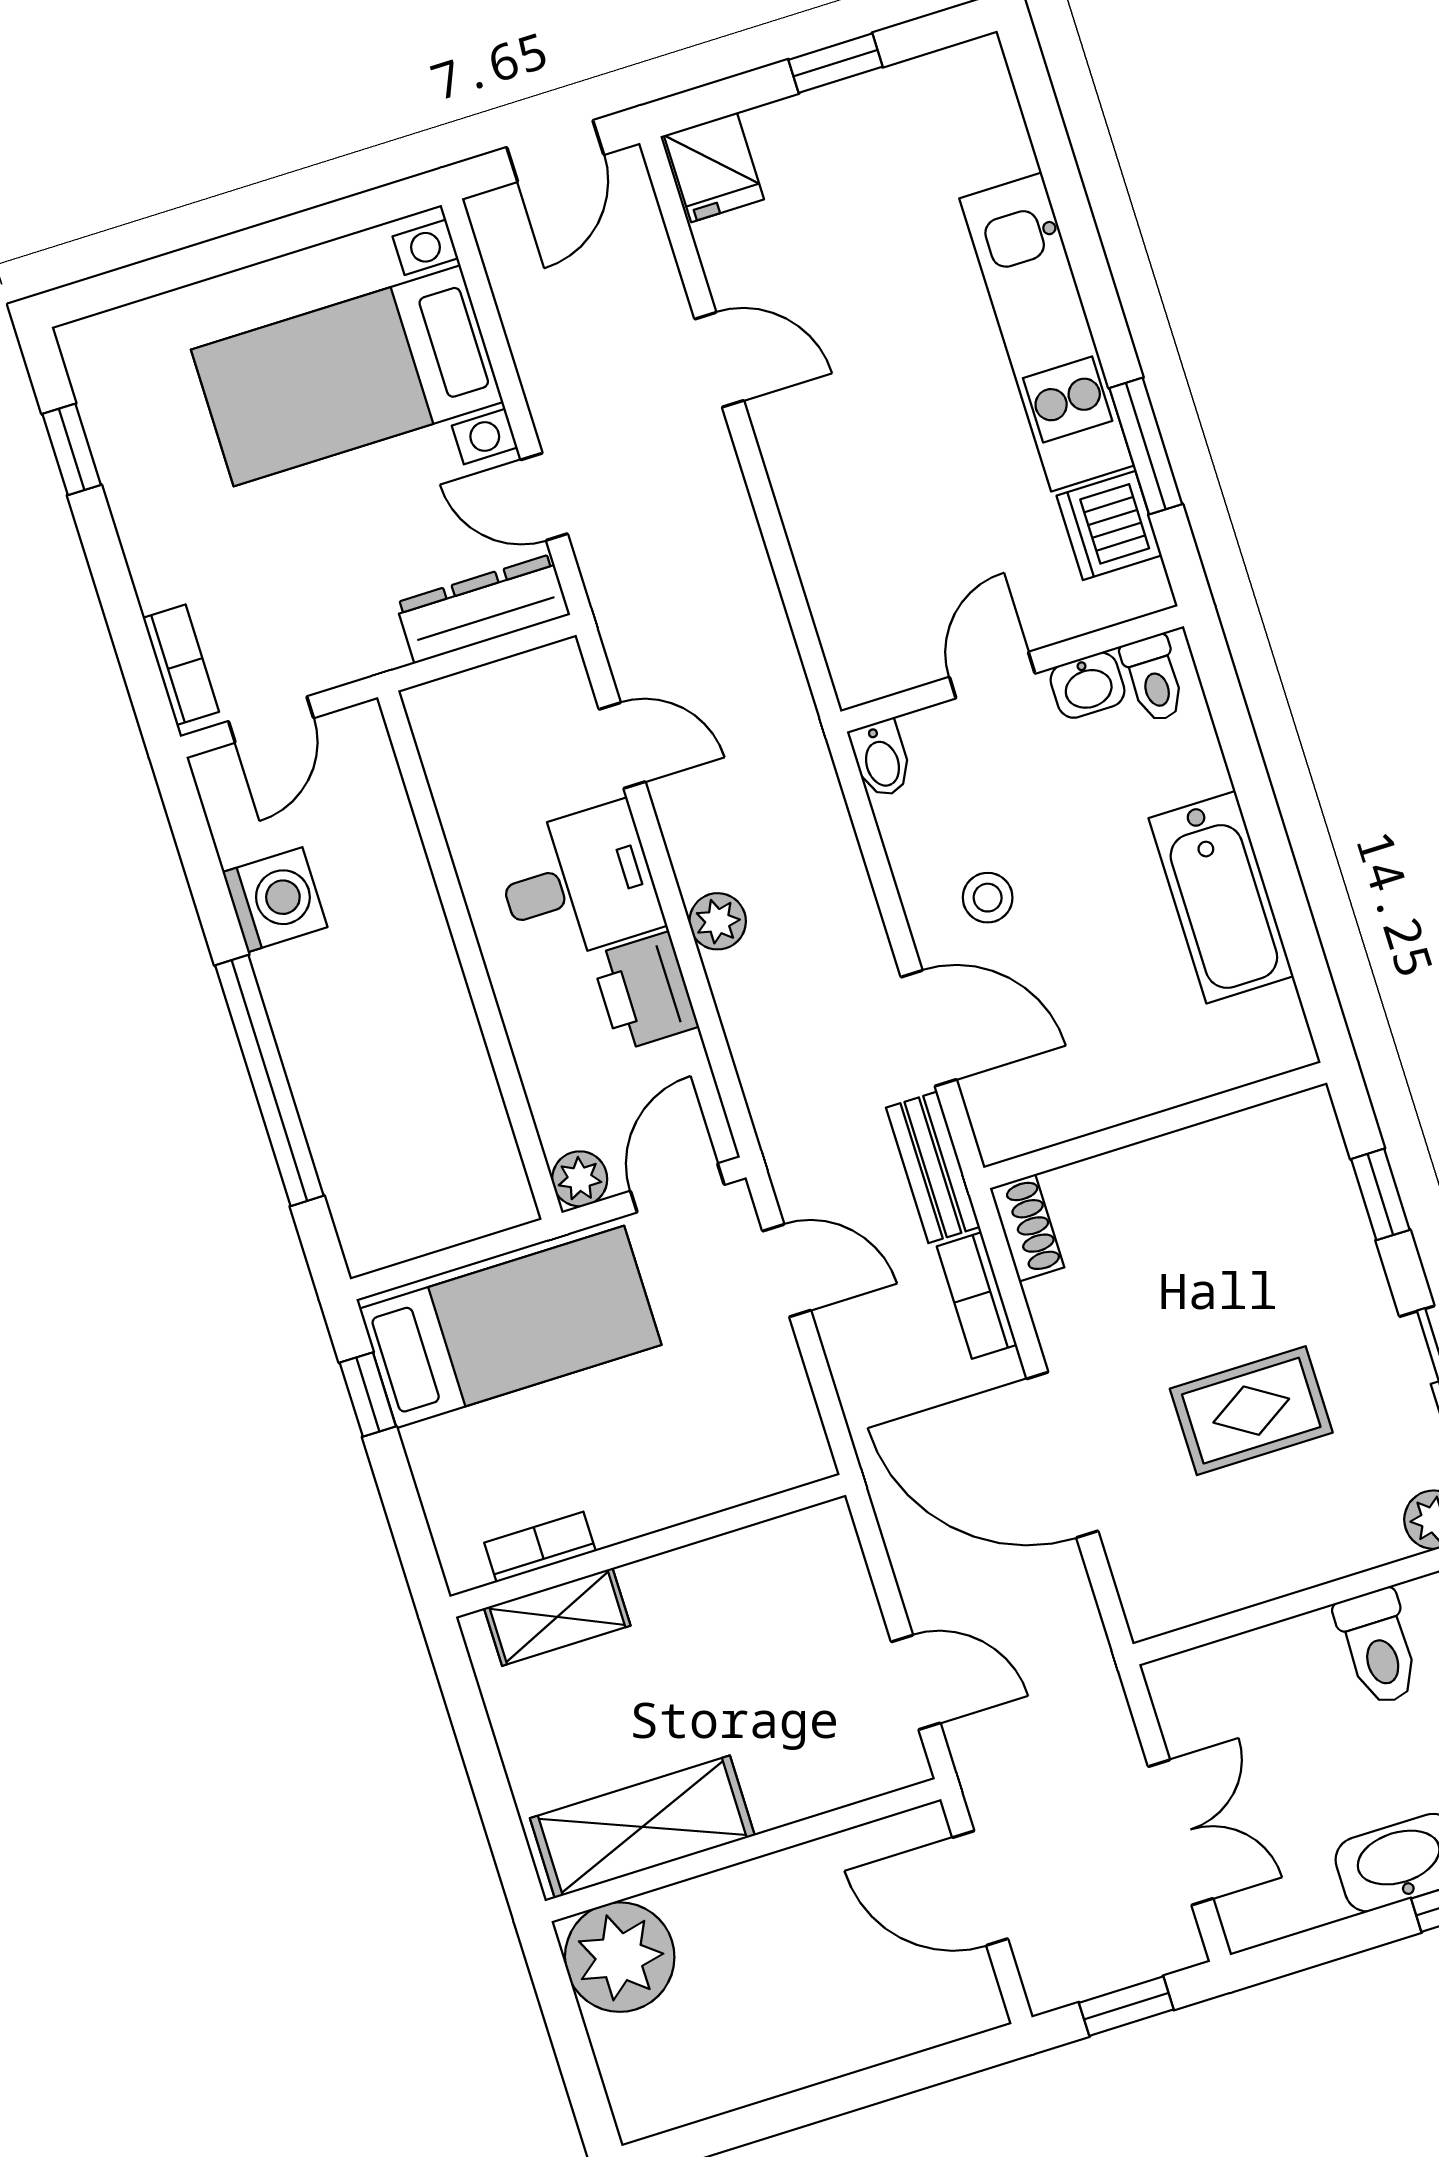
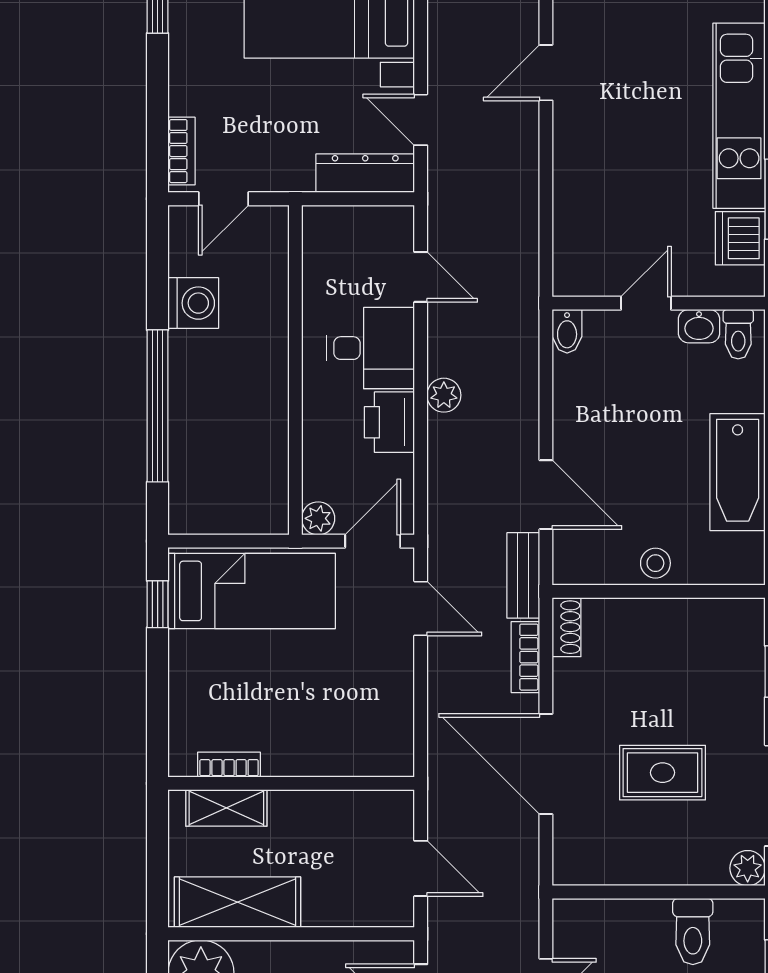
door: (719, 360) -> (546, 73), swing flipped
stool: (988, 898) -> (655, 563), moved
wall: (648, 1546) -> (291, 783), moved
bookcase: (540, 1547) -> (229, 765), moved
shelving: (557, 1617) -> (226, 808), moved

